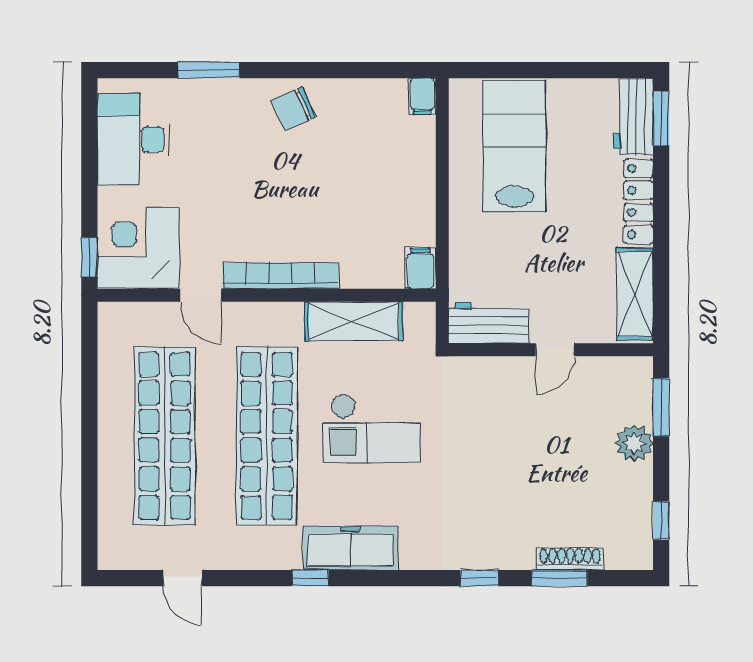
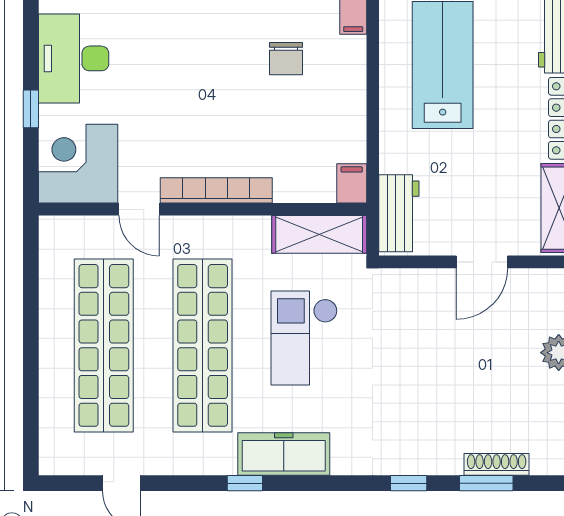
chair: (294, 109) -> (286, 59), moved, turned -66
window: (89, 257) -> (31, 109), moved
shelving: (354, 321) -> (319, 234), moved
workbench: (489, 323) -> (399, 213), moved, turned 90
door: (555, 350) -> (482, 262), width x1.38
checkout: (371, 428) -> (304, 338), turned 90

